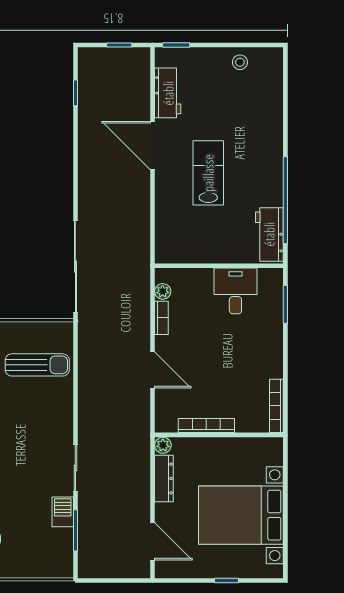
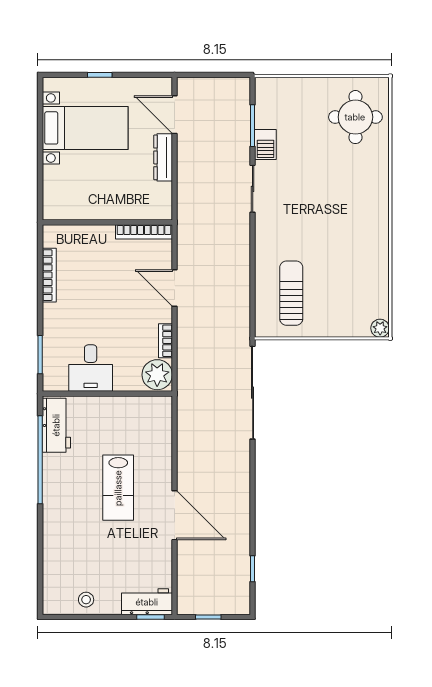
workbench: (168, 93) -> (147, 602), moved, turned 90
plant: (163, 291) -> (157, 375), width x1.88, depth x1.88
sun lounger: (37, 365) -> (291, 293), turned 90
bookcase: (276, 406) -> (49, 275), moved
bookcase: (206, 426) -> (144, 232), moved
plant: (163, 445) -> (164, 212), removed
dresser: (164, 478) -> (163, 157), moved
bed with nightstands: (241, 515) -> (85, 128), width x0.73

